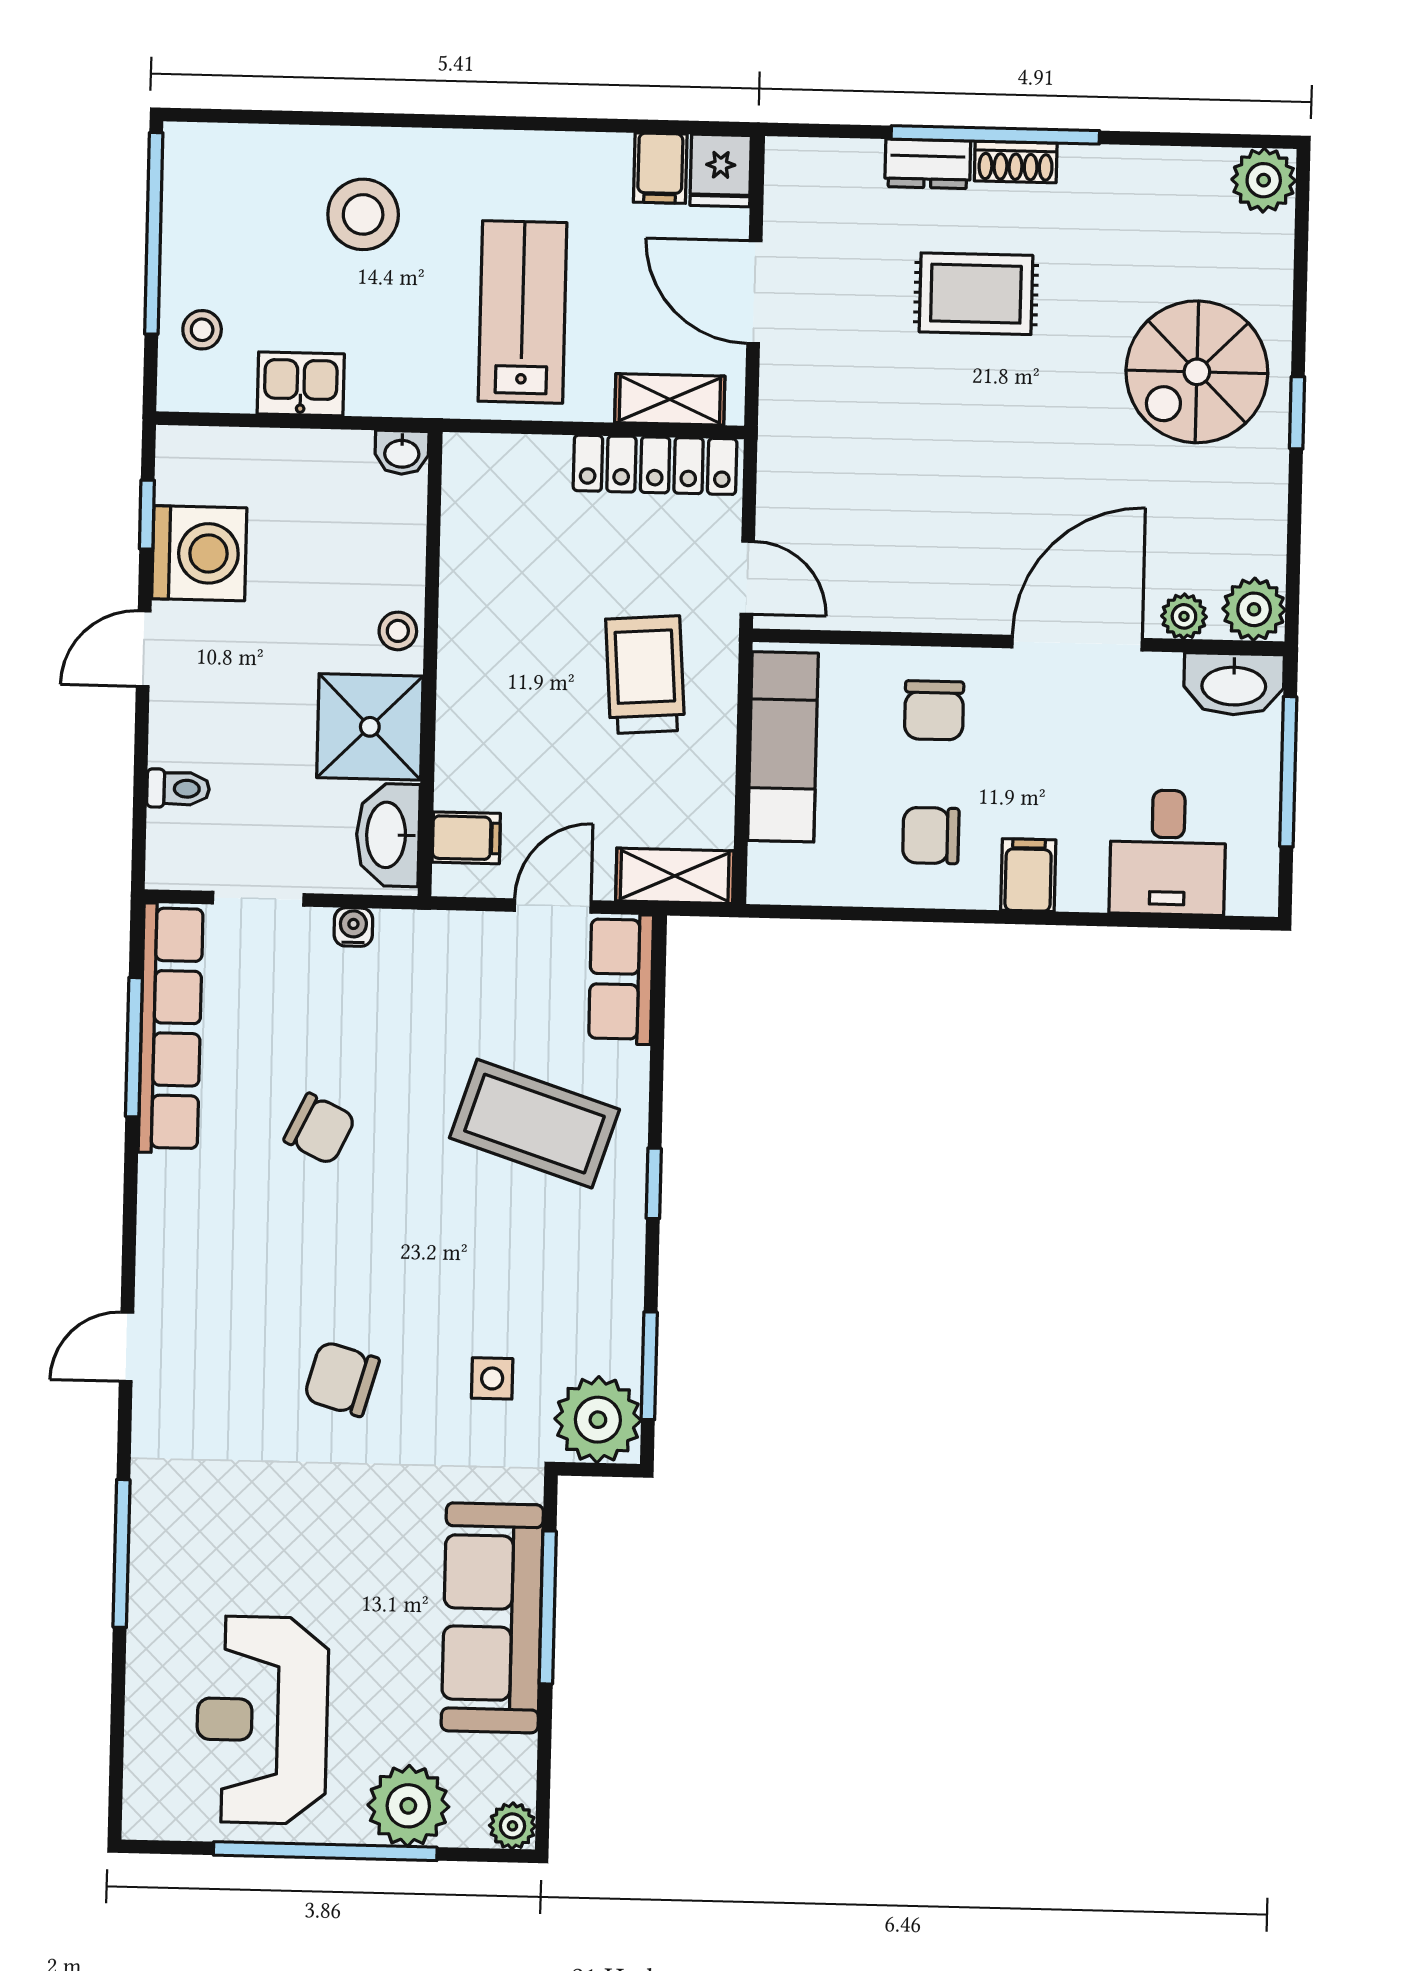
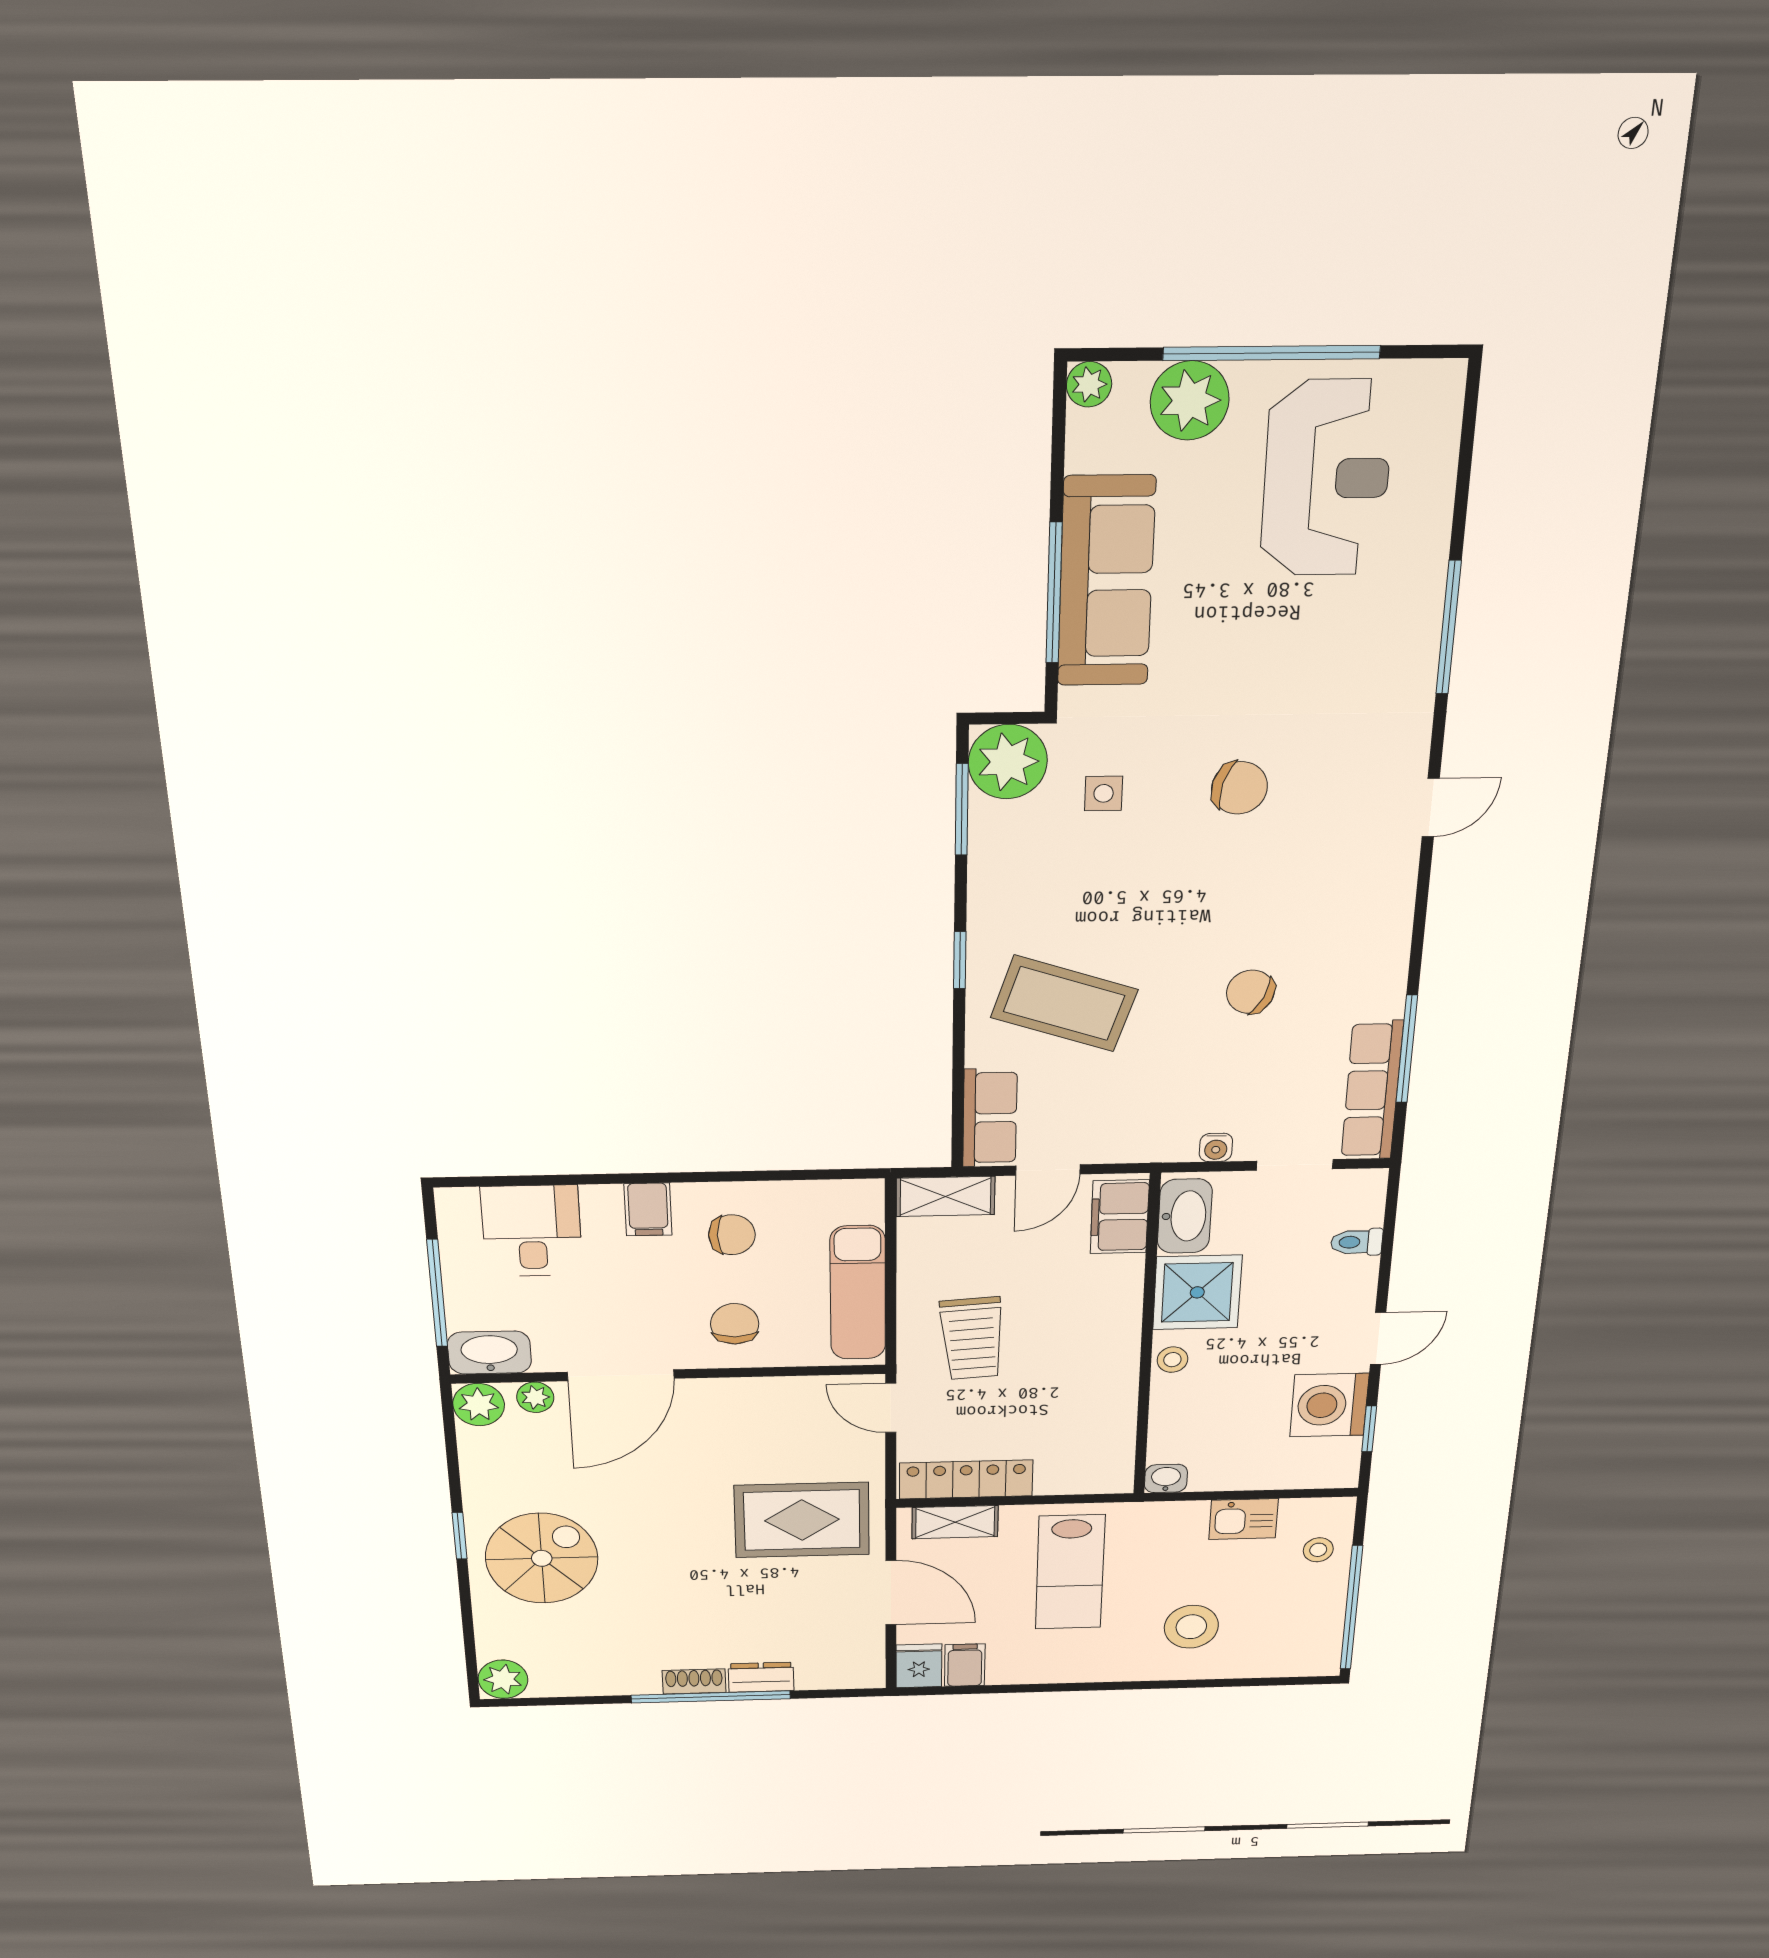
rug: (976, 294) -> (802, 1520), moved, width x1.36, depth x1.43
filing cabinet: (466, 838) -> (1120, 1217), width x2.00
row of seats: (171, 1028) -> (1372, 1090), width x0.73

